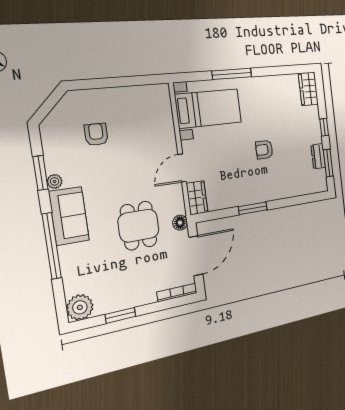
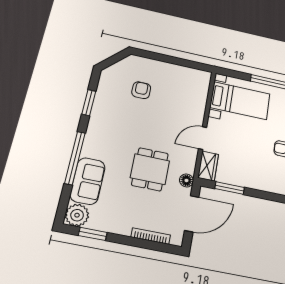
plant: (55, 181) -> (97, 112), removed
window: (253, 208) -> (230, 188), moved
sofa: (69, 216) -> (88, 181), moved
bookcase: (177, 293) -> (151, 236), moved
window: (120, 315) -> (93, 234), moved

